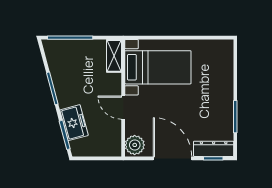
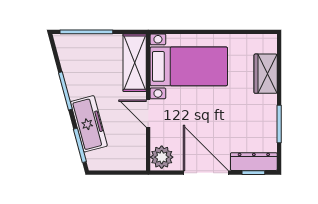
shelving: (114, 56) -> (135, 63), width x1.50, depth x1.33
wardrobe: (224, 74) -> (266, 74), added
freezer: (74, 123) -> (89, 124), width x1.40

